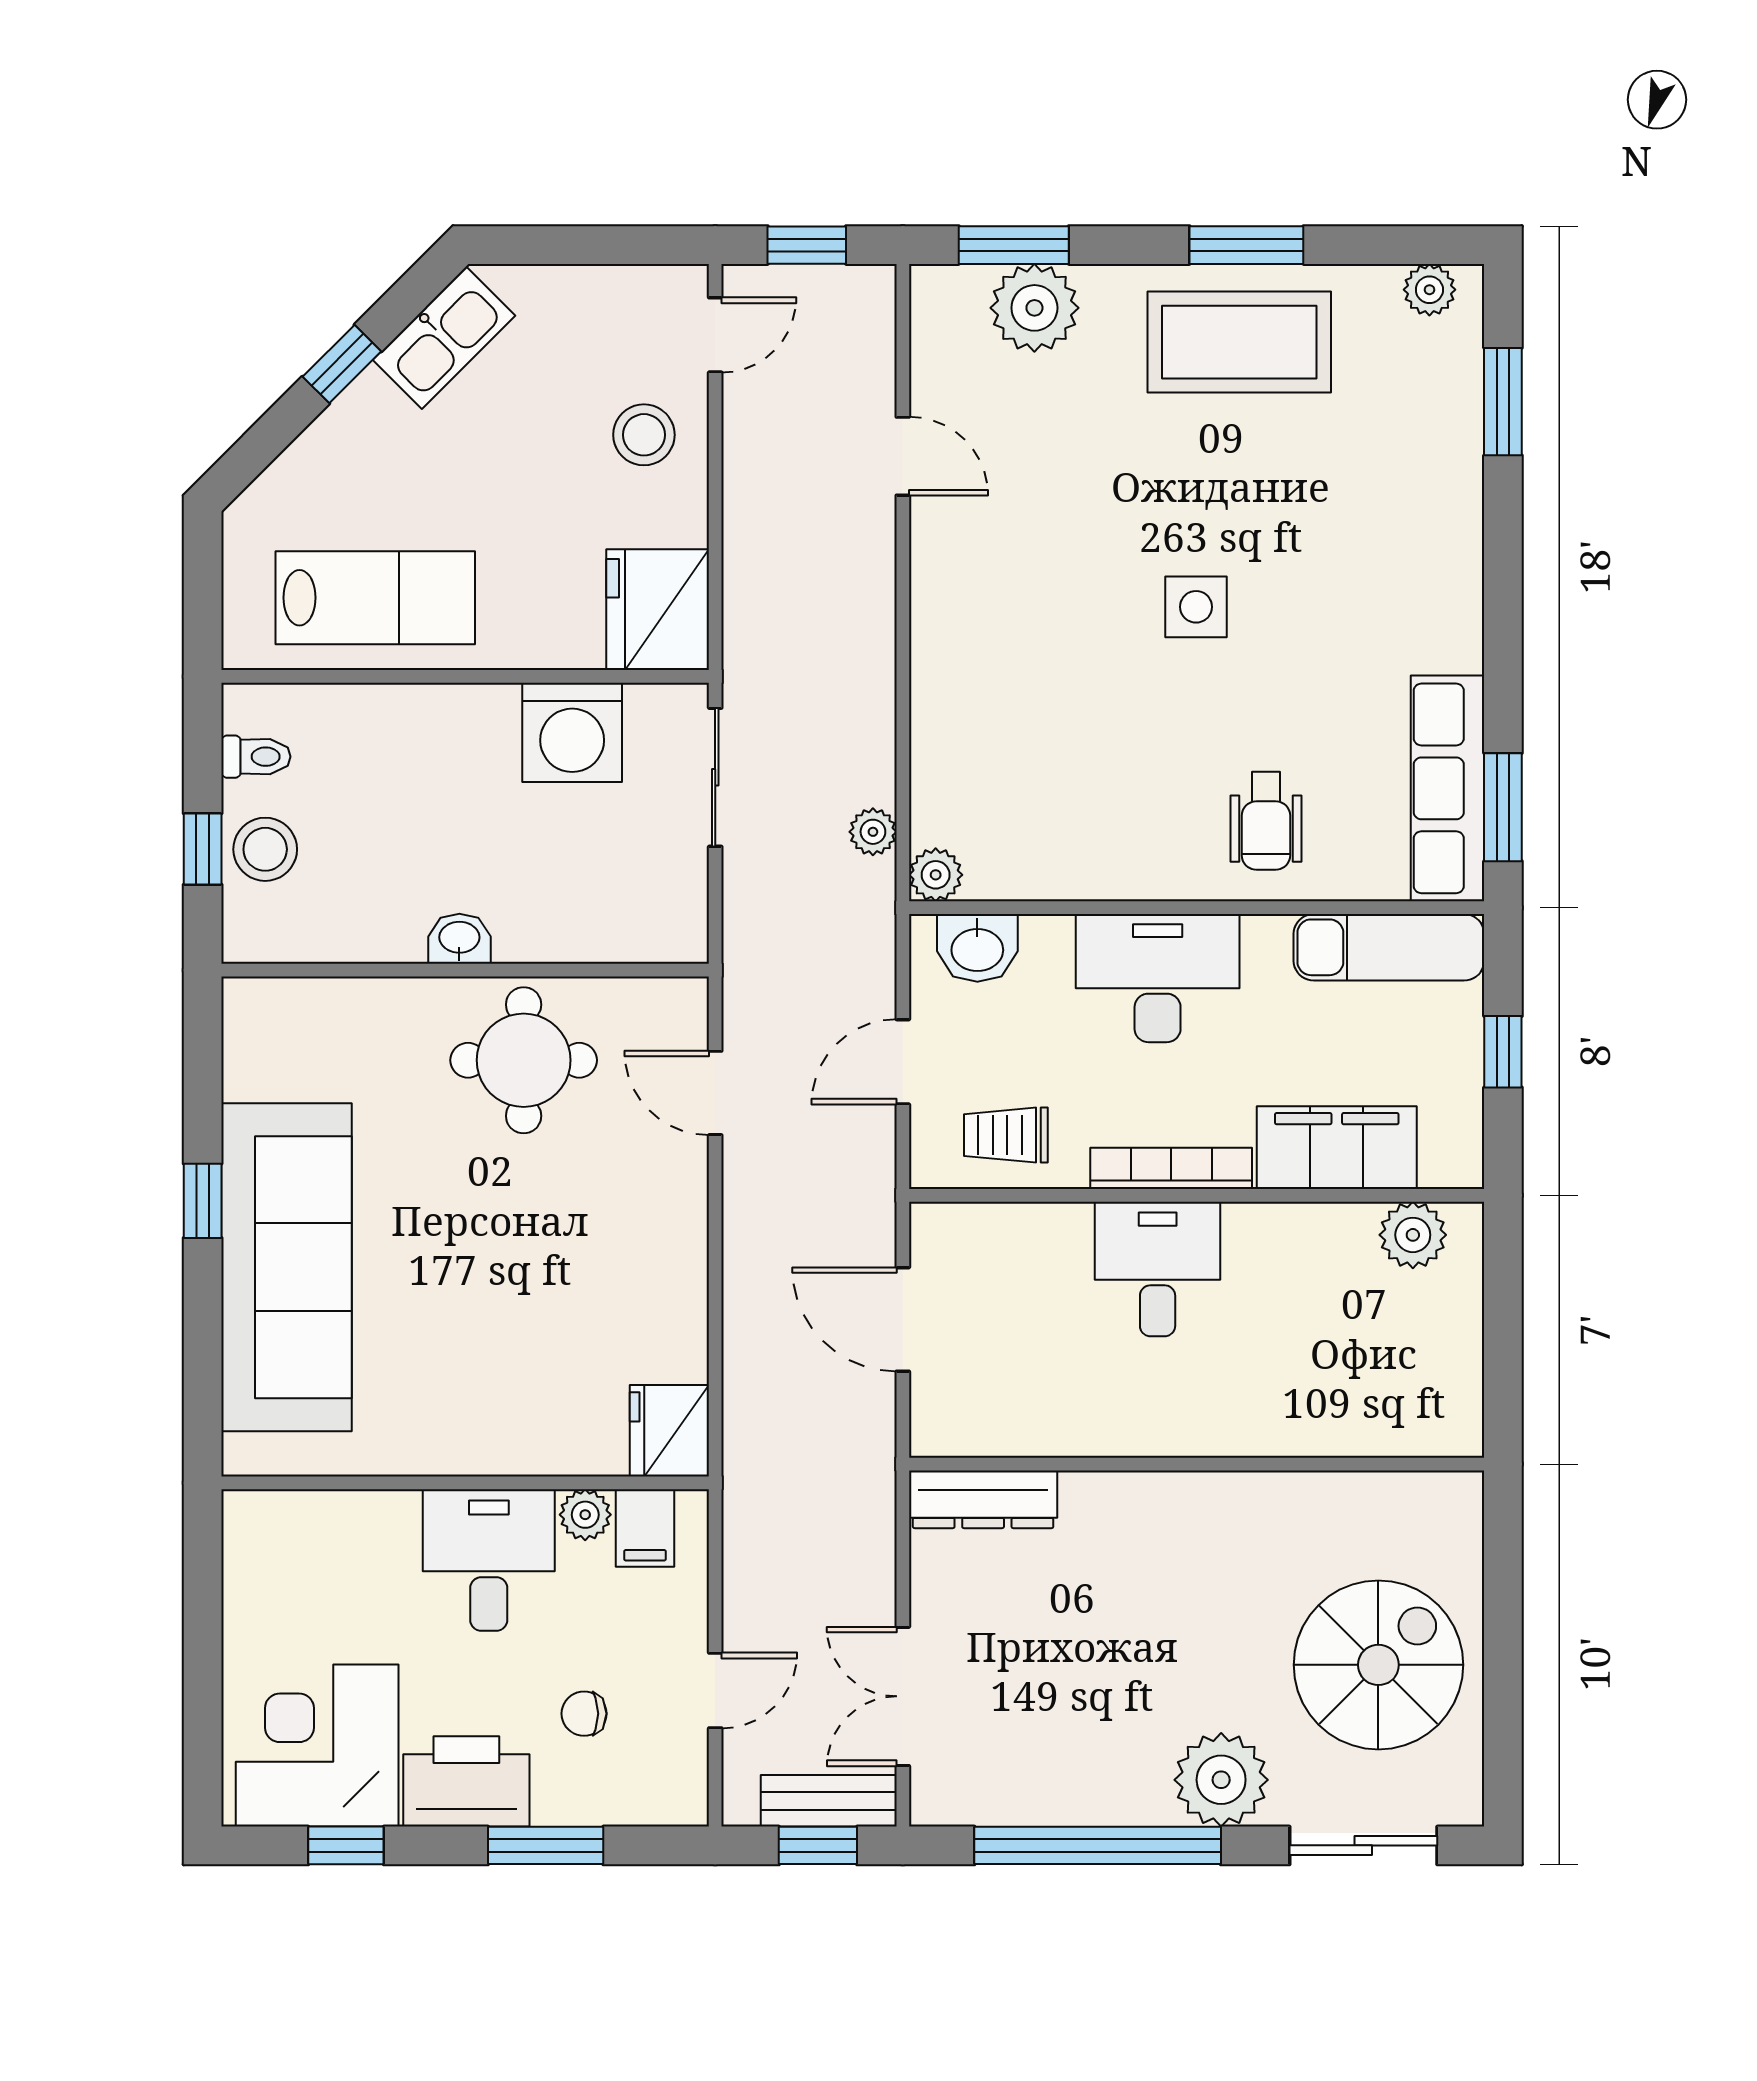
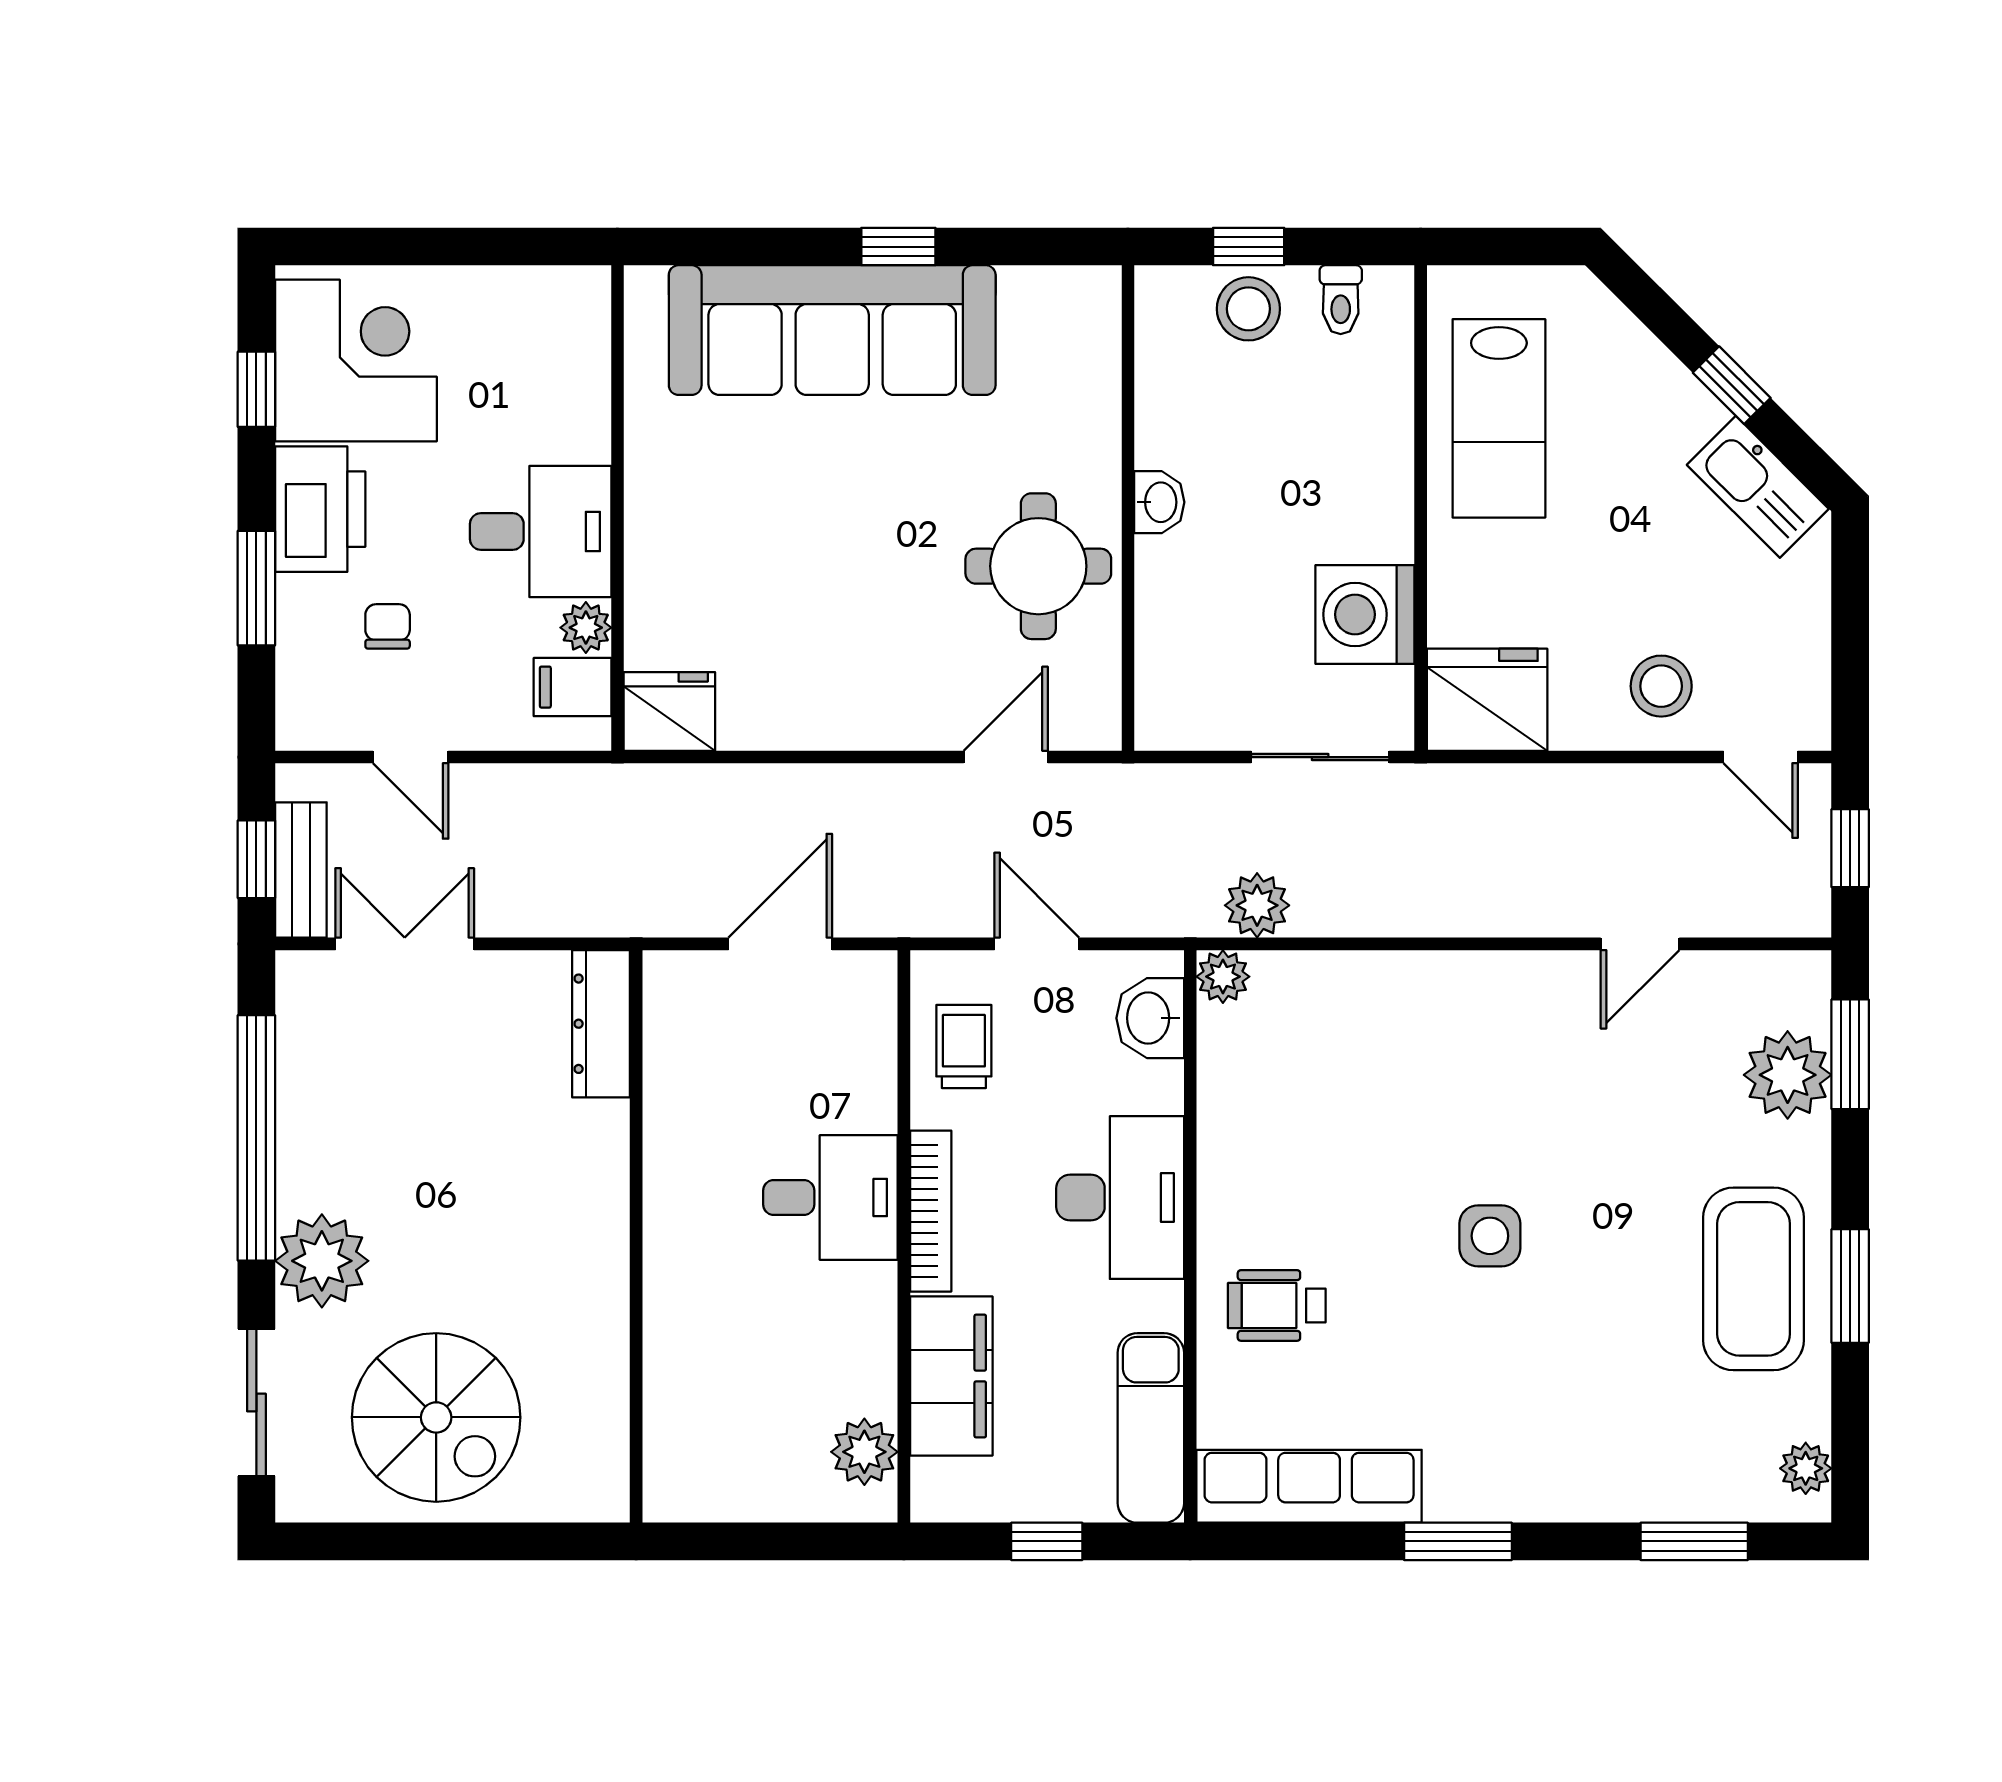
window: (1503, 807) -> (1458, 1541), moved
plant: (873, 832) -> (1257, 905), width x1.38, depth x1.38

